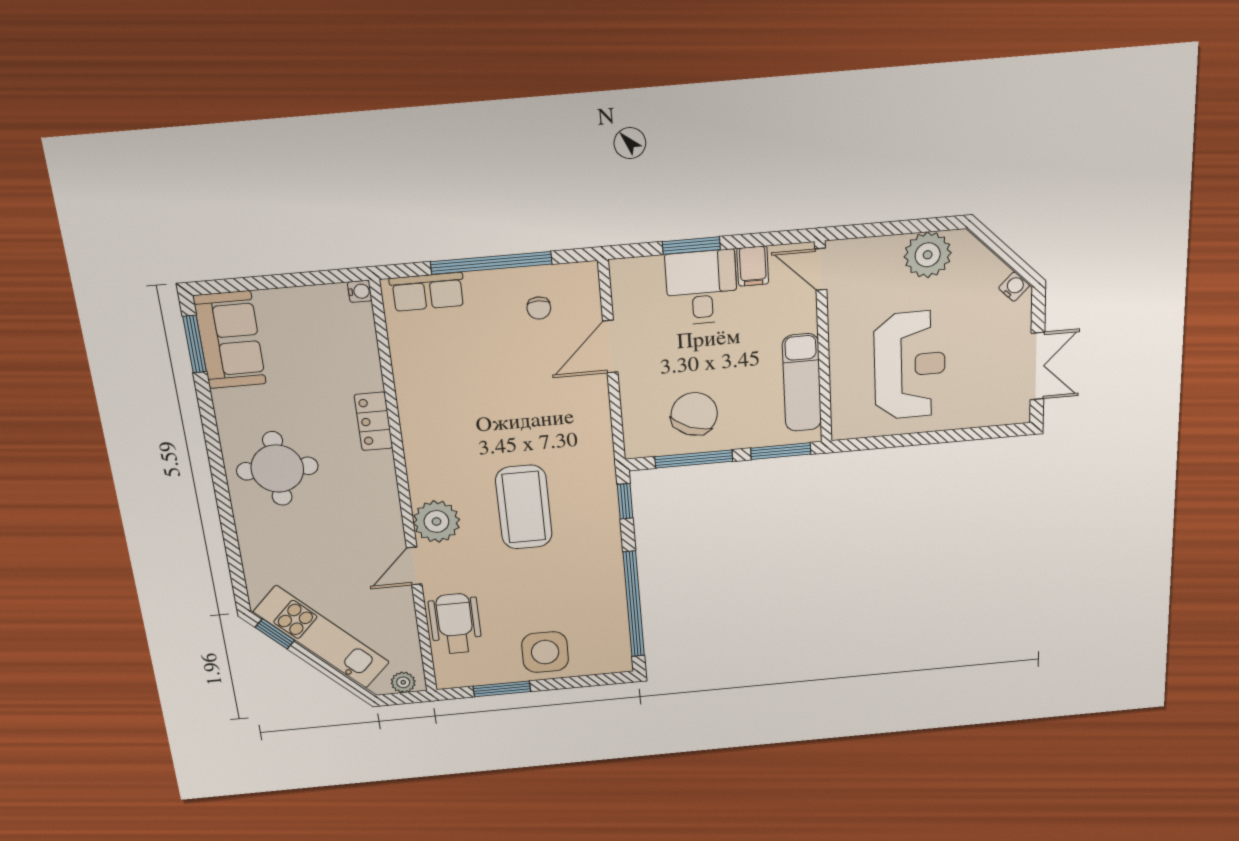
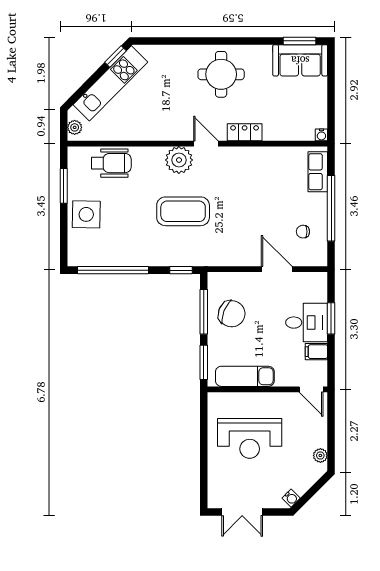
plant: (928, 255) -> (320, 455), width x0.53, depth x0.53
door: (821, 269) -> (311, 389), swing flipped
door: (414, 566) -> (206, 144), moved

